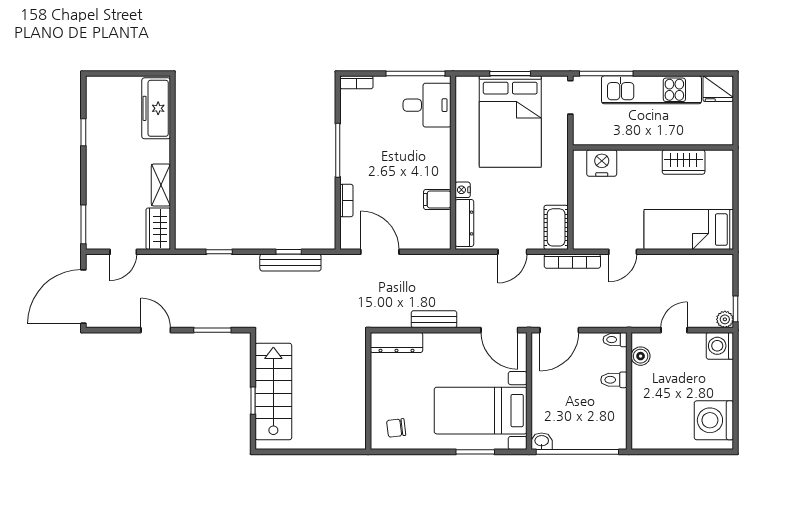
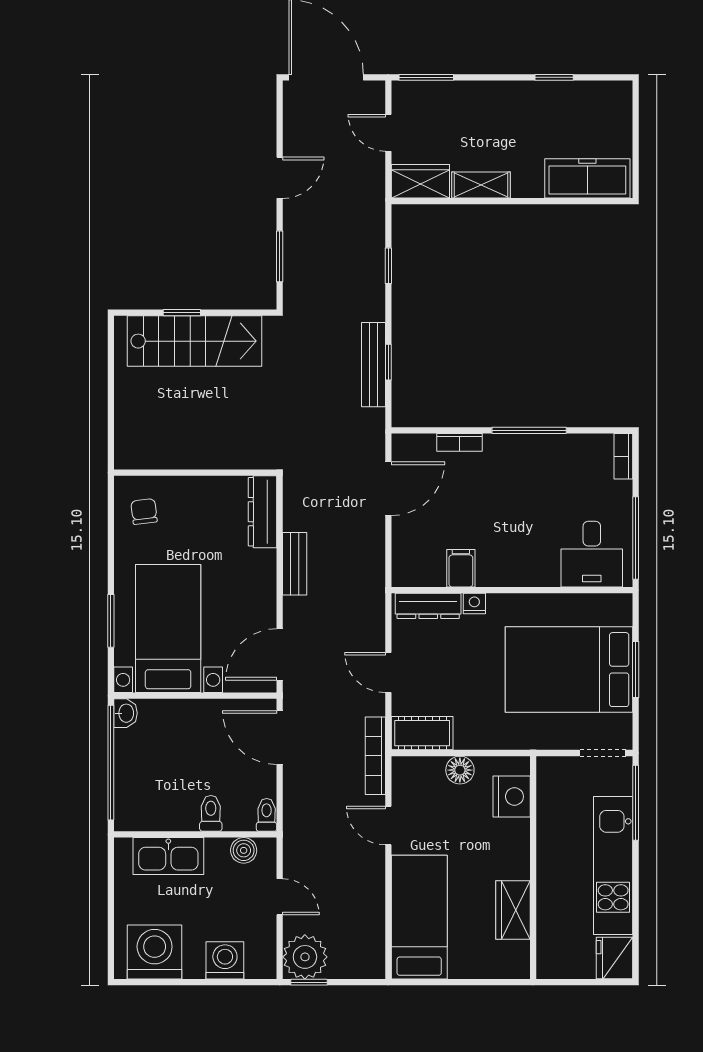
floor lamp: (583, 200) -> (460, 770), added
plant: (725, 319) -> (305, 957), width x1.88, depth x1.88
washing machine: (720, 346) -> (225, 960), moved
kitchen sink: (645, 410) -> (168, 856), added

